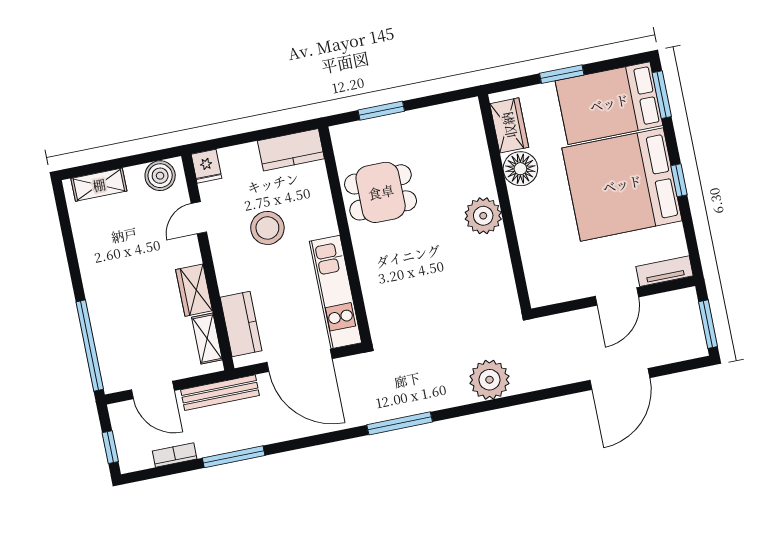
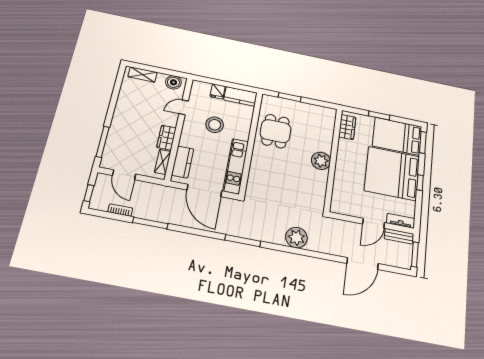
fridge: (206, 166) -> (218, 91), moved
floor lamp: (520, 169) -> (346, 147), removed
dining table: (381, 192) -> (275, 131), turned 90
window: (90, 346) -> (103, 142), width x0.68
bench: (220, 393) -> (399, 236), moved, width x0.73

